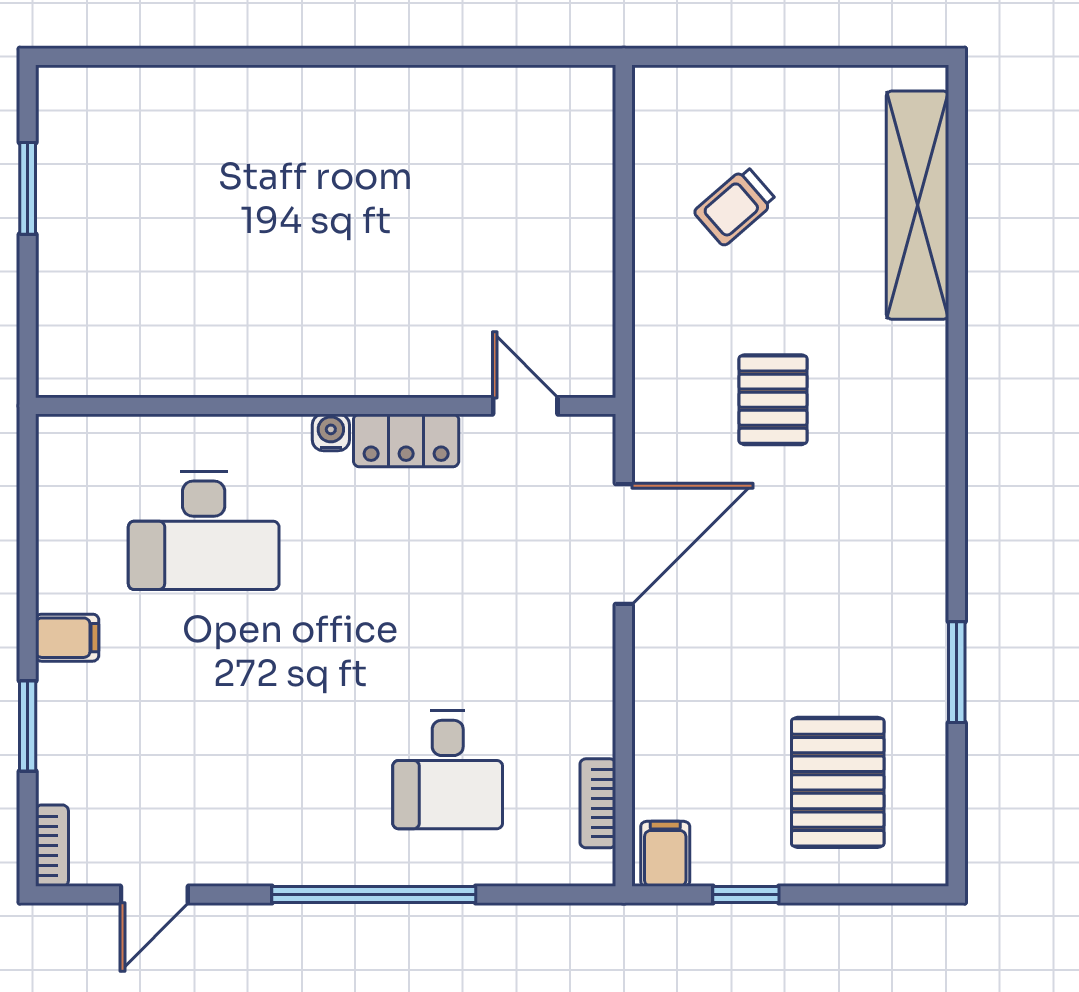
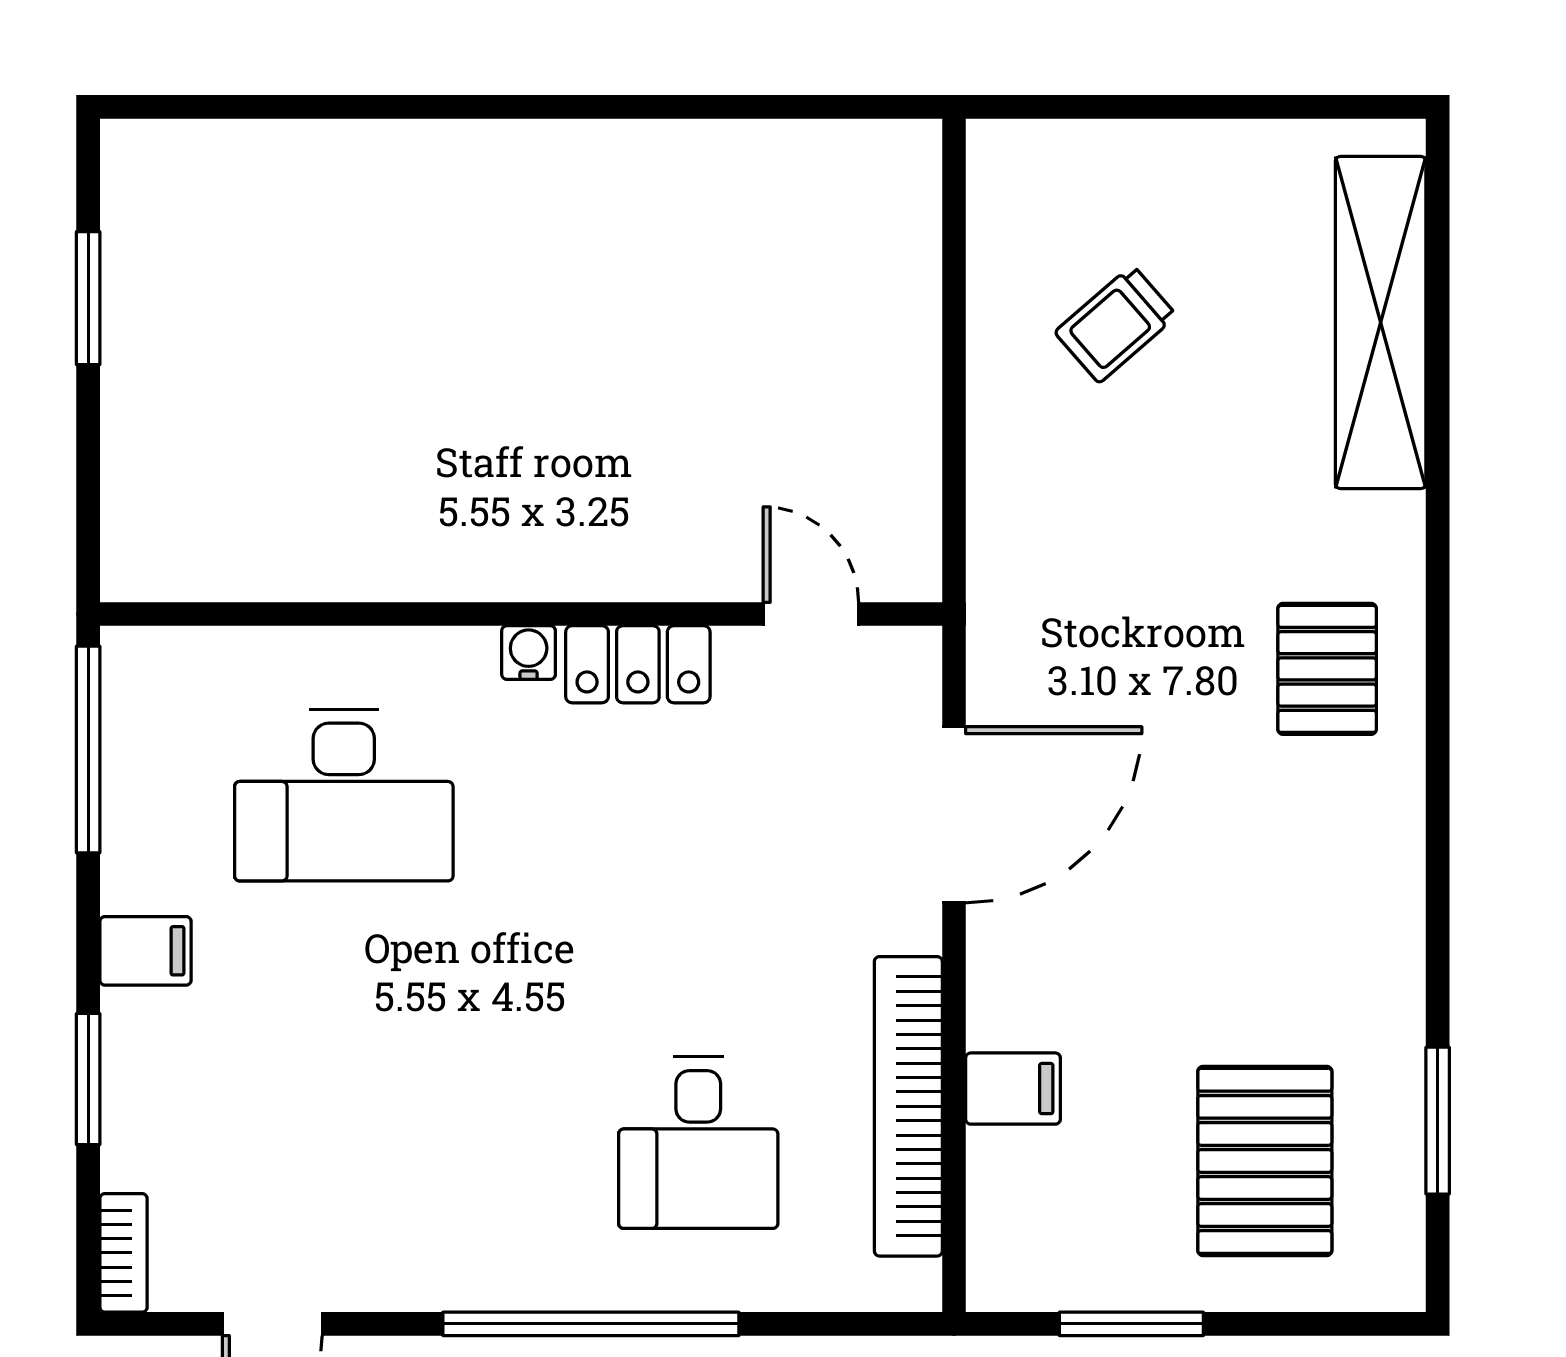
pallet: (773, 400) -> (1327, 669), moved
window: (28, 499) -> (88, 750), added
window: (957, 672) -> (1438, 1121), moved
bookcase: (598, 803) -> (908, 1106), width x2.31, depth x1.31
filing cabinet: (665, 854) -> (1013, 1089), moved, turned 90
window: (746, 895) -> (1131, 1324), width x1.50

